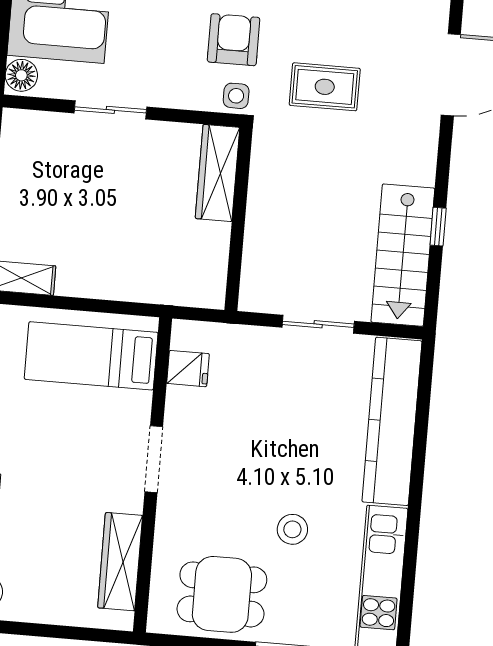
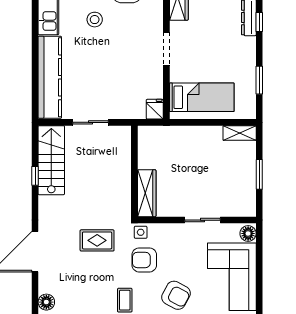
armchair: (234, 40) -> (144, 260), turned 90
fridge: (188, 369) -> (155, 109), moved, turned 90

